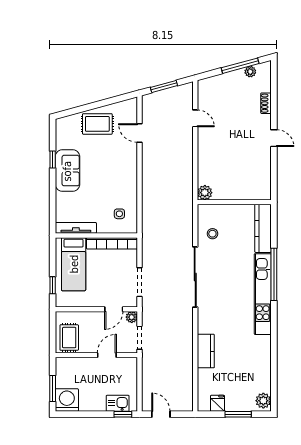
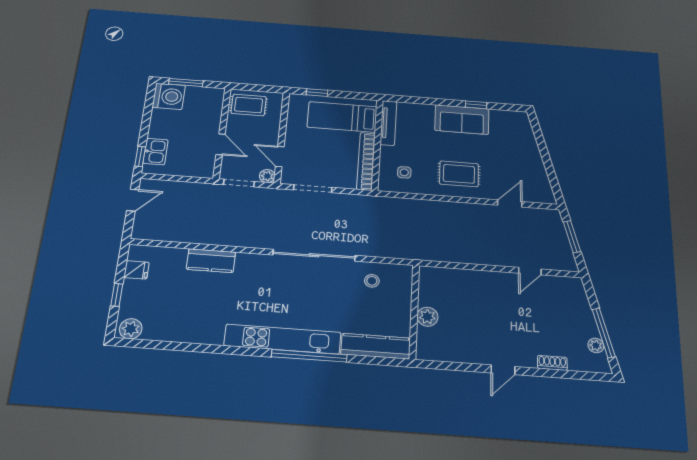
rug: (97, 124) -> (459, 174), moved, turned 90
plant: (205, 193) -> (427, 317), moved
window: (238, 414) -> (117, 295), width x0.67

